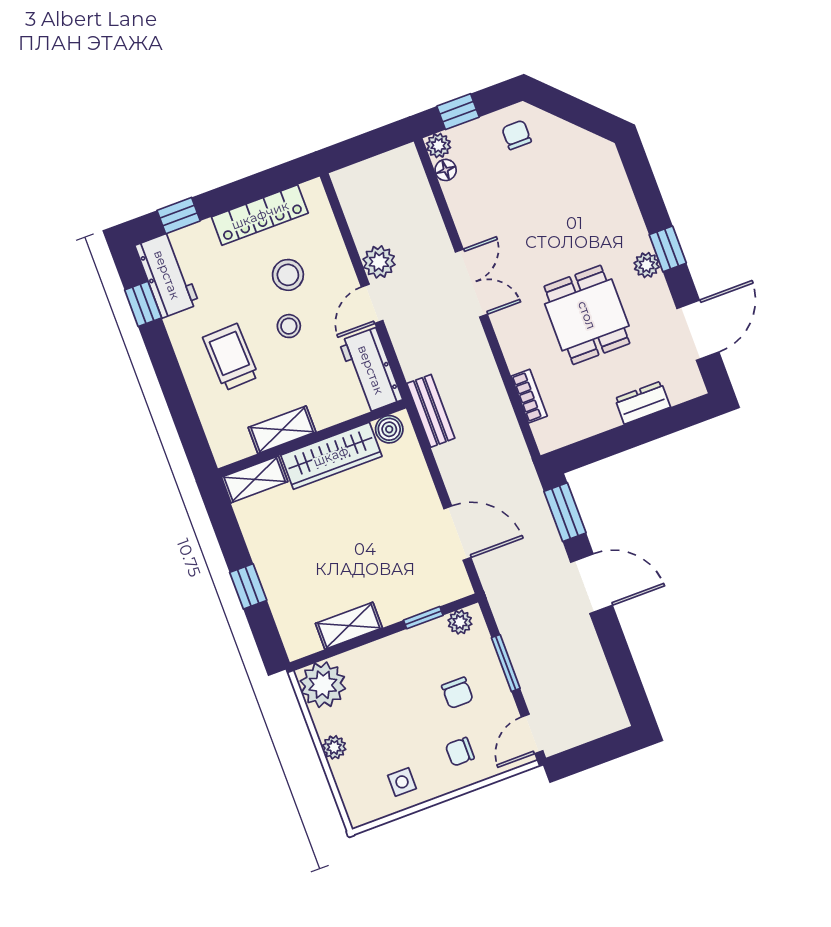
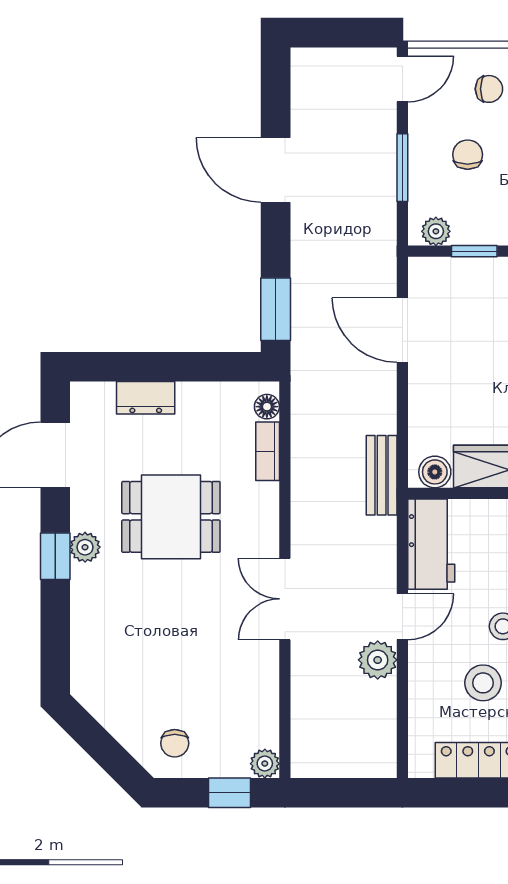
floor lamp: (446, 170) -> (267, 407), moved
dining table: (587, 315) -> (171, 517), turned 90
door: (592, 584) -> (276, 170), moved

